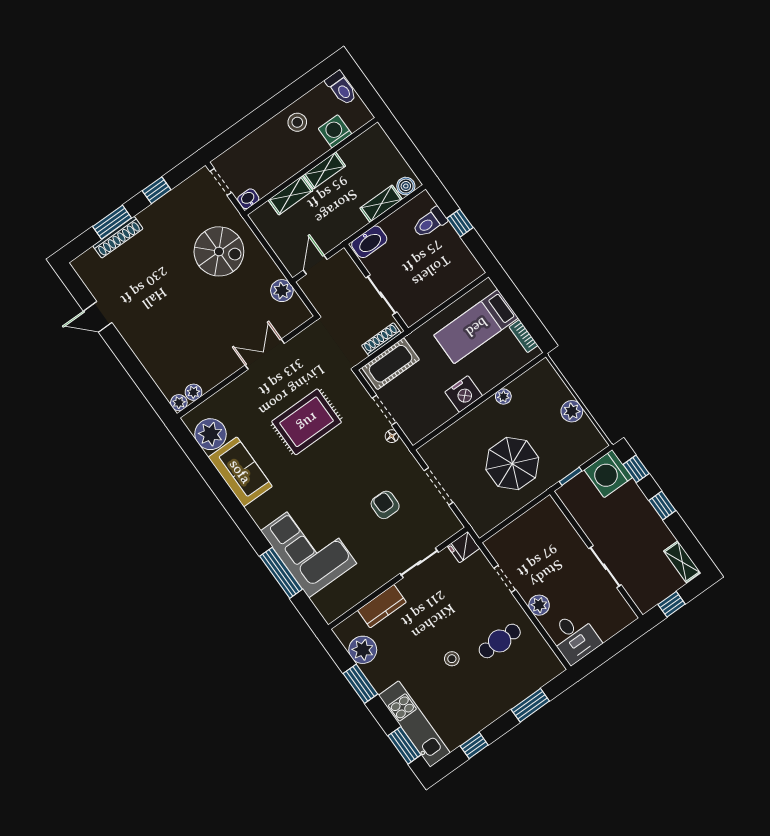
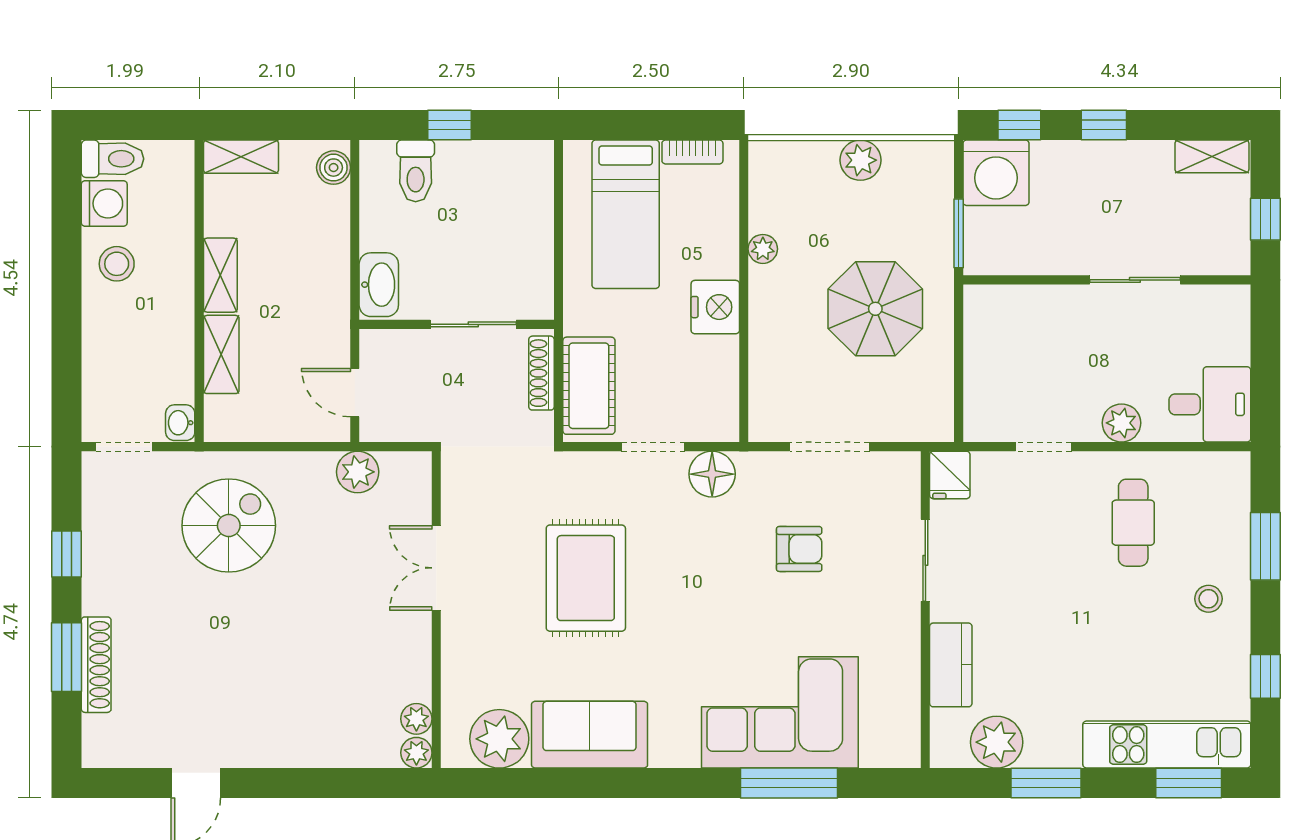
washing machine: (335, 131) -> (104, 203), moved, turned 180
shelving: (381, 204) -> (241, 157), moved, turned 90
floor lamp: (392, 436) -> (712, 474), width x1.89, depth x1.89
window: (571, 476) -> (959, 233), width x1.50
armchair: (385, 505) -> (799, 549), turned 180
stool: (452, 659) -> (1208, 599), moved

